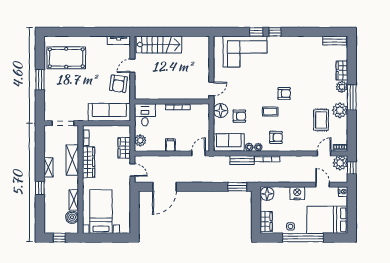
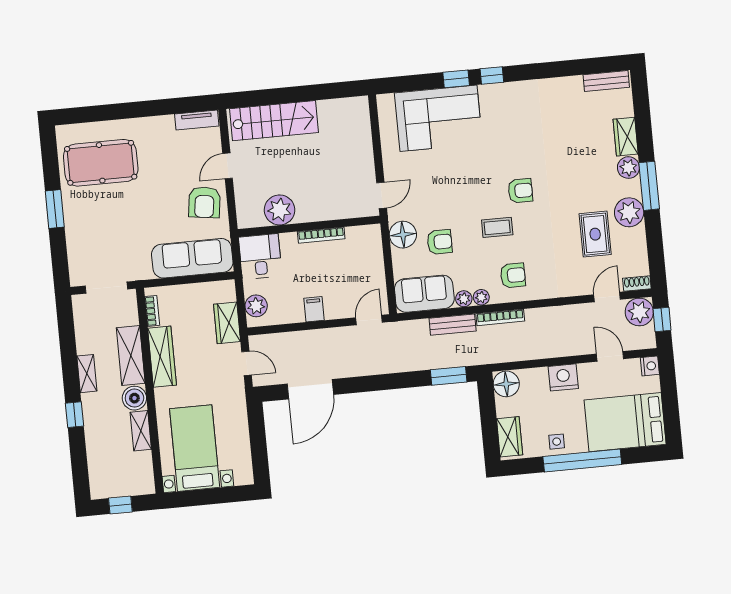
plant: (157, 91) -> (280, 210), added
boiler: (72, 217) -> (134, 398), moved

